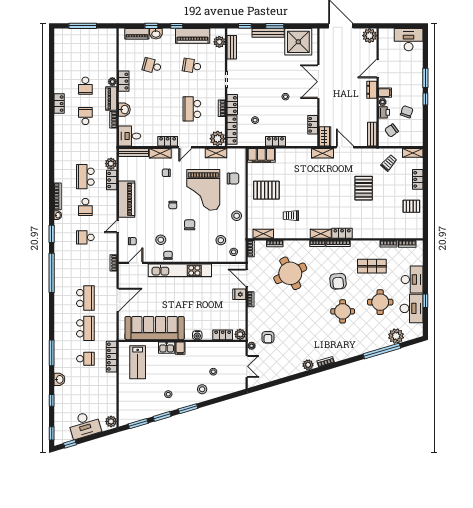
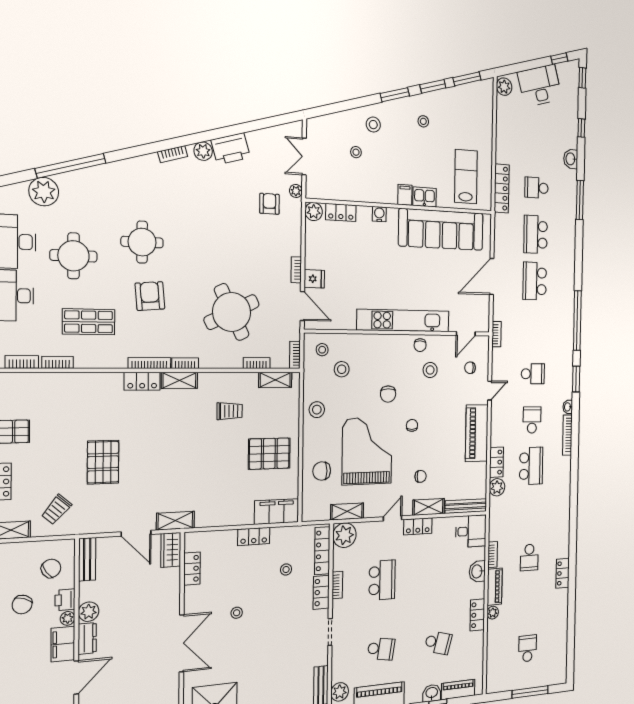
school desk: (85, 86) -> (528, 648), moved
filing cabinet: (385, 93) -> (63, 644), width x2.00
plant: (371, 105) -> (89, 612), added
printer: (292, 367) -> (231, 149), added

